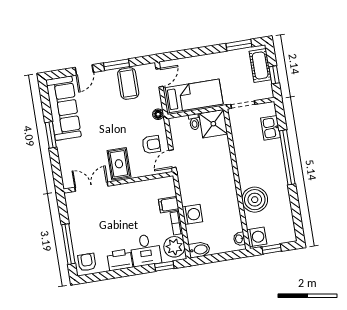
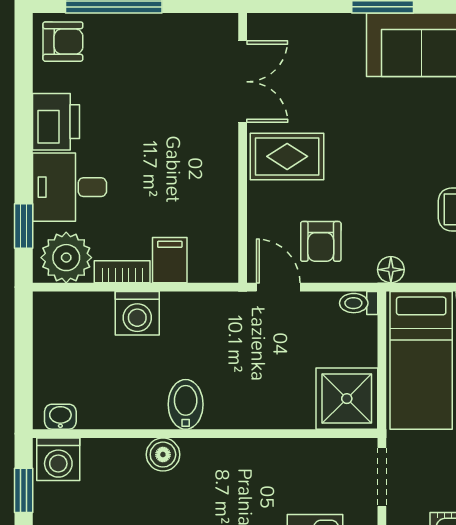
toilet: (194, 122) -> (359, 303), moved
boiler: (255, 200) -> (163, 455), width x0.54, depth x0.54
bidet: (199, 250) -> (186, 404), moved, turned 180

